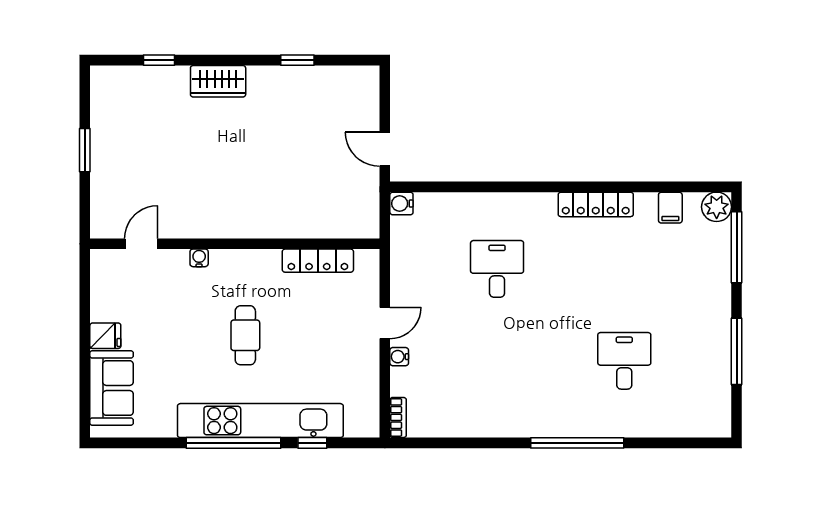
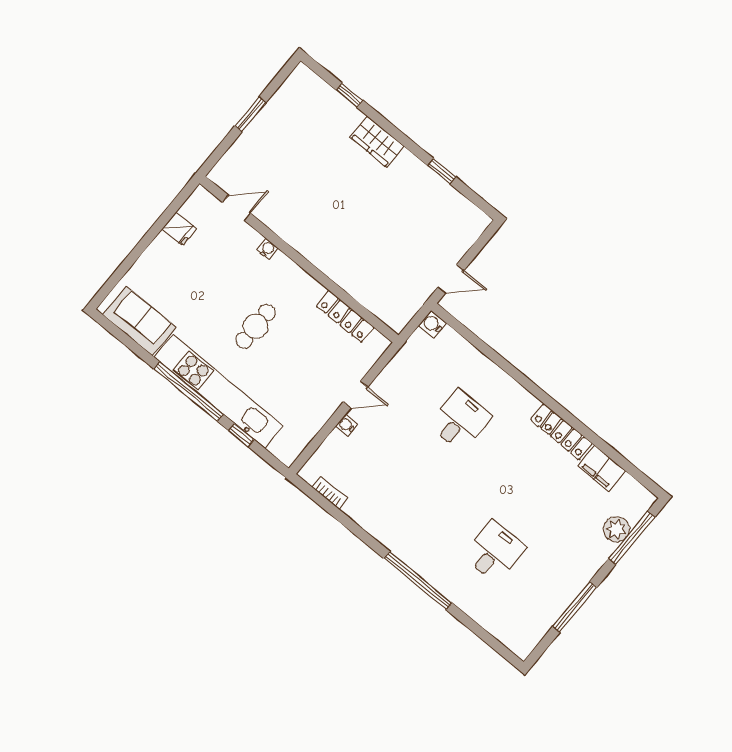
door: (385, 149) -> (451, 279), swing flipped
plant: (717, 207) -> (616, 529), moved
filing cabinet: (670, 208) -> (602, 468), width x2.00
fridge: (105, 336) -> (179, 229), moved
sofa: (112, 388) -> (140, 321), moved, turned -90
bookcase: (398, 417) -> (330, 493), moved, turned -90

